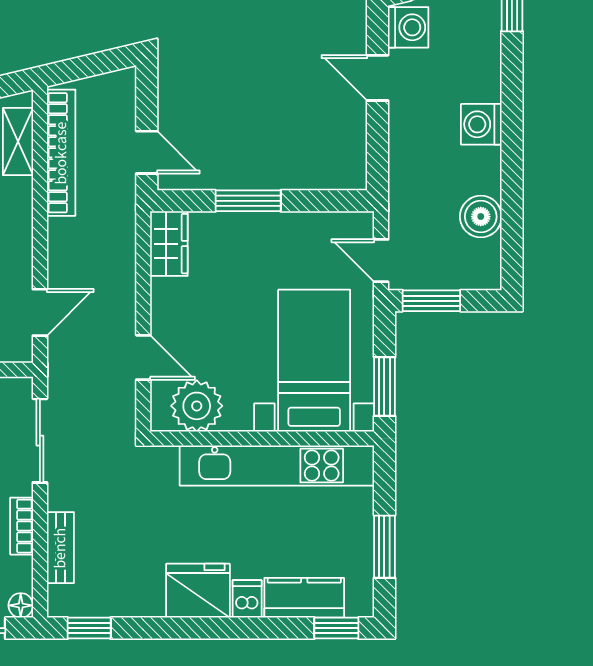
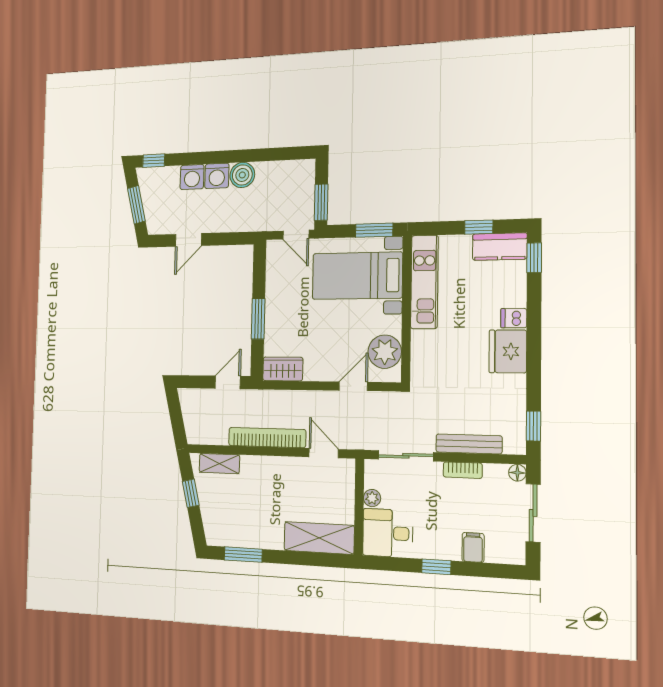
washing machine: (408, 27) -> (192, 177), moved, turned 180
bookcase: (61, 153) -> (267, 438), moved
boiler: (481, 217) -> (242, 175), moved
door: (381, 261) -> (296, 235), hinge flipped
kitchen unit: (277, 466) -> (424, 282), width x0.73
window: (384, 547) -> (479, 227), width x0.67
bench: (60, 548) -> (469, 444), width x1.36
kitchen counter: (304, 598) -> (500, 247), moved, turned -90

